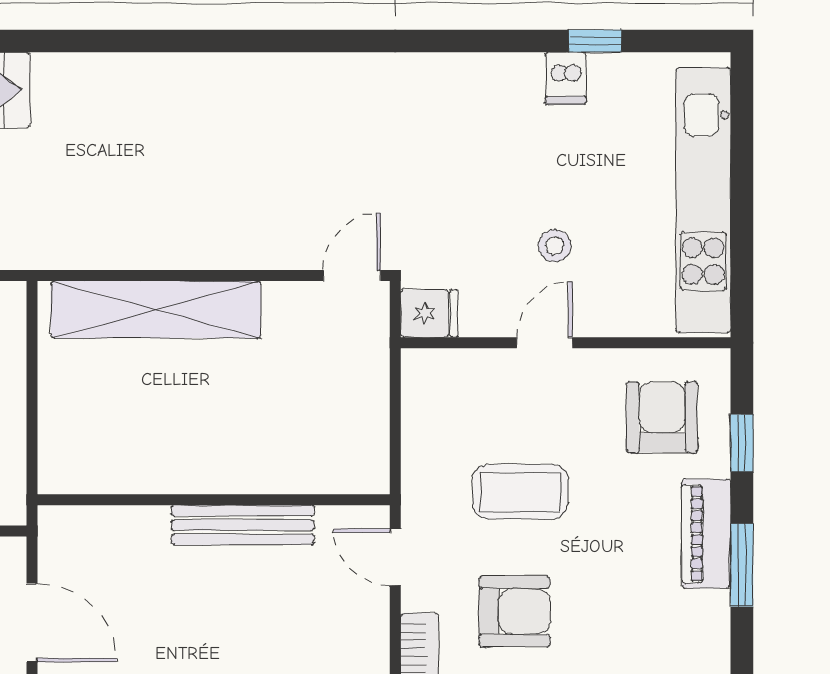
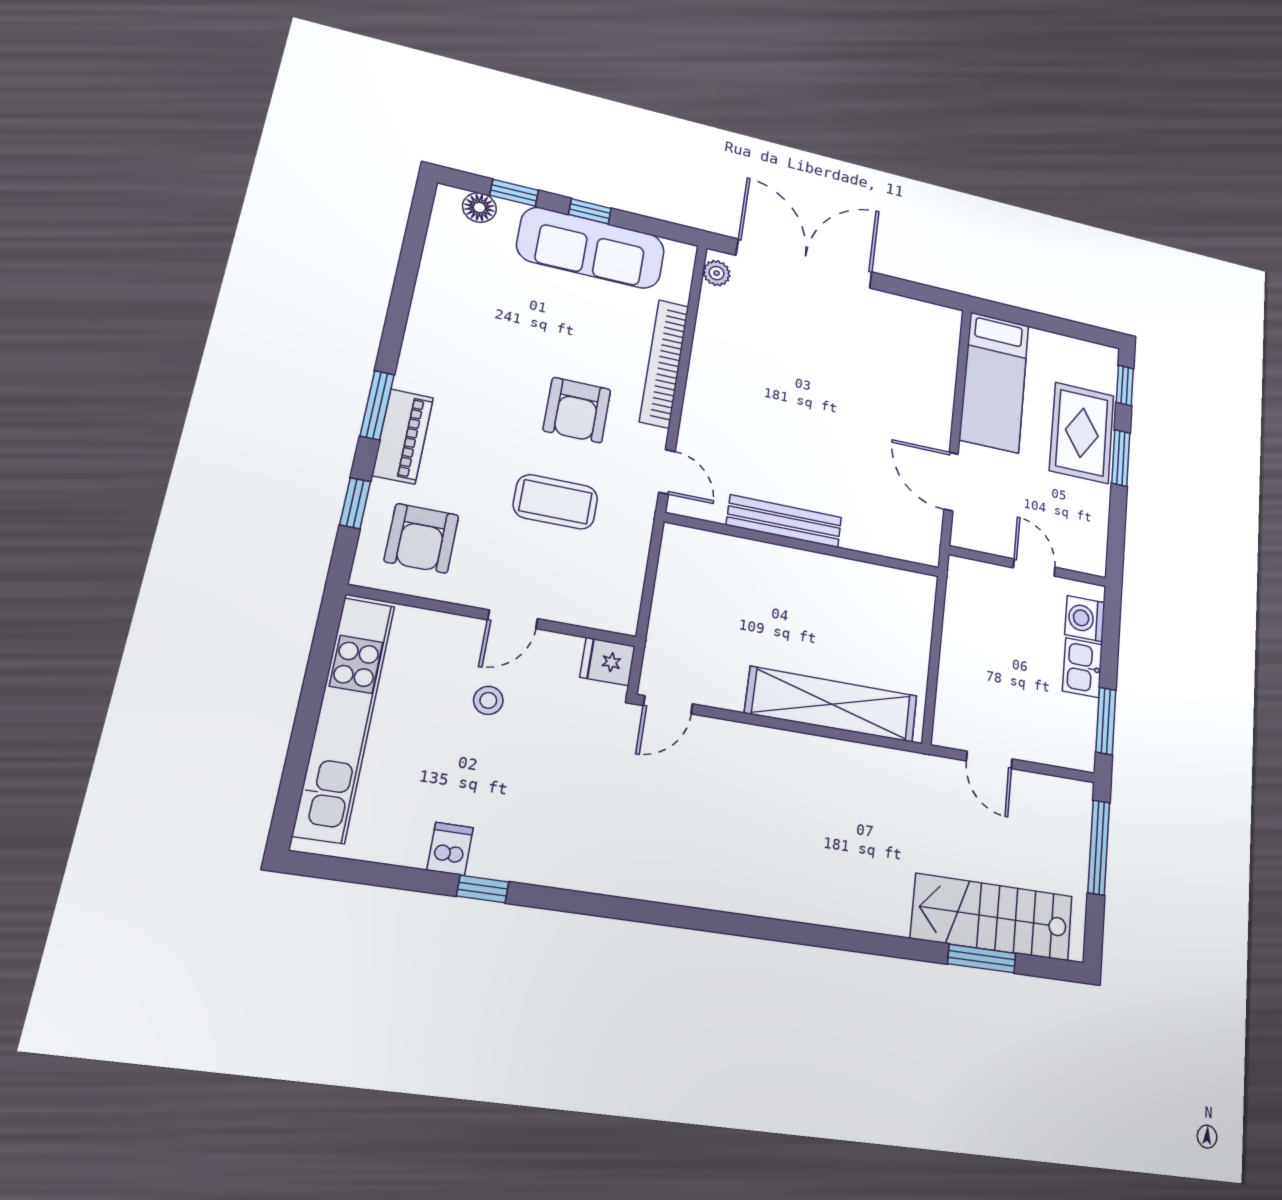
window: (595, 41) -> (483, 889), moved
armchair: (514, 611) -> (577, 410), turned -90

